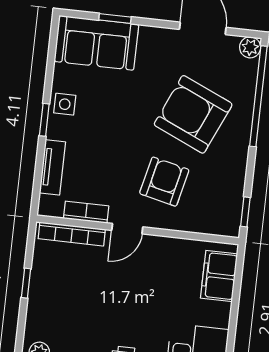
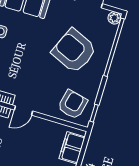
armchair: (164, 182) -> (73, 105), moved

